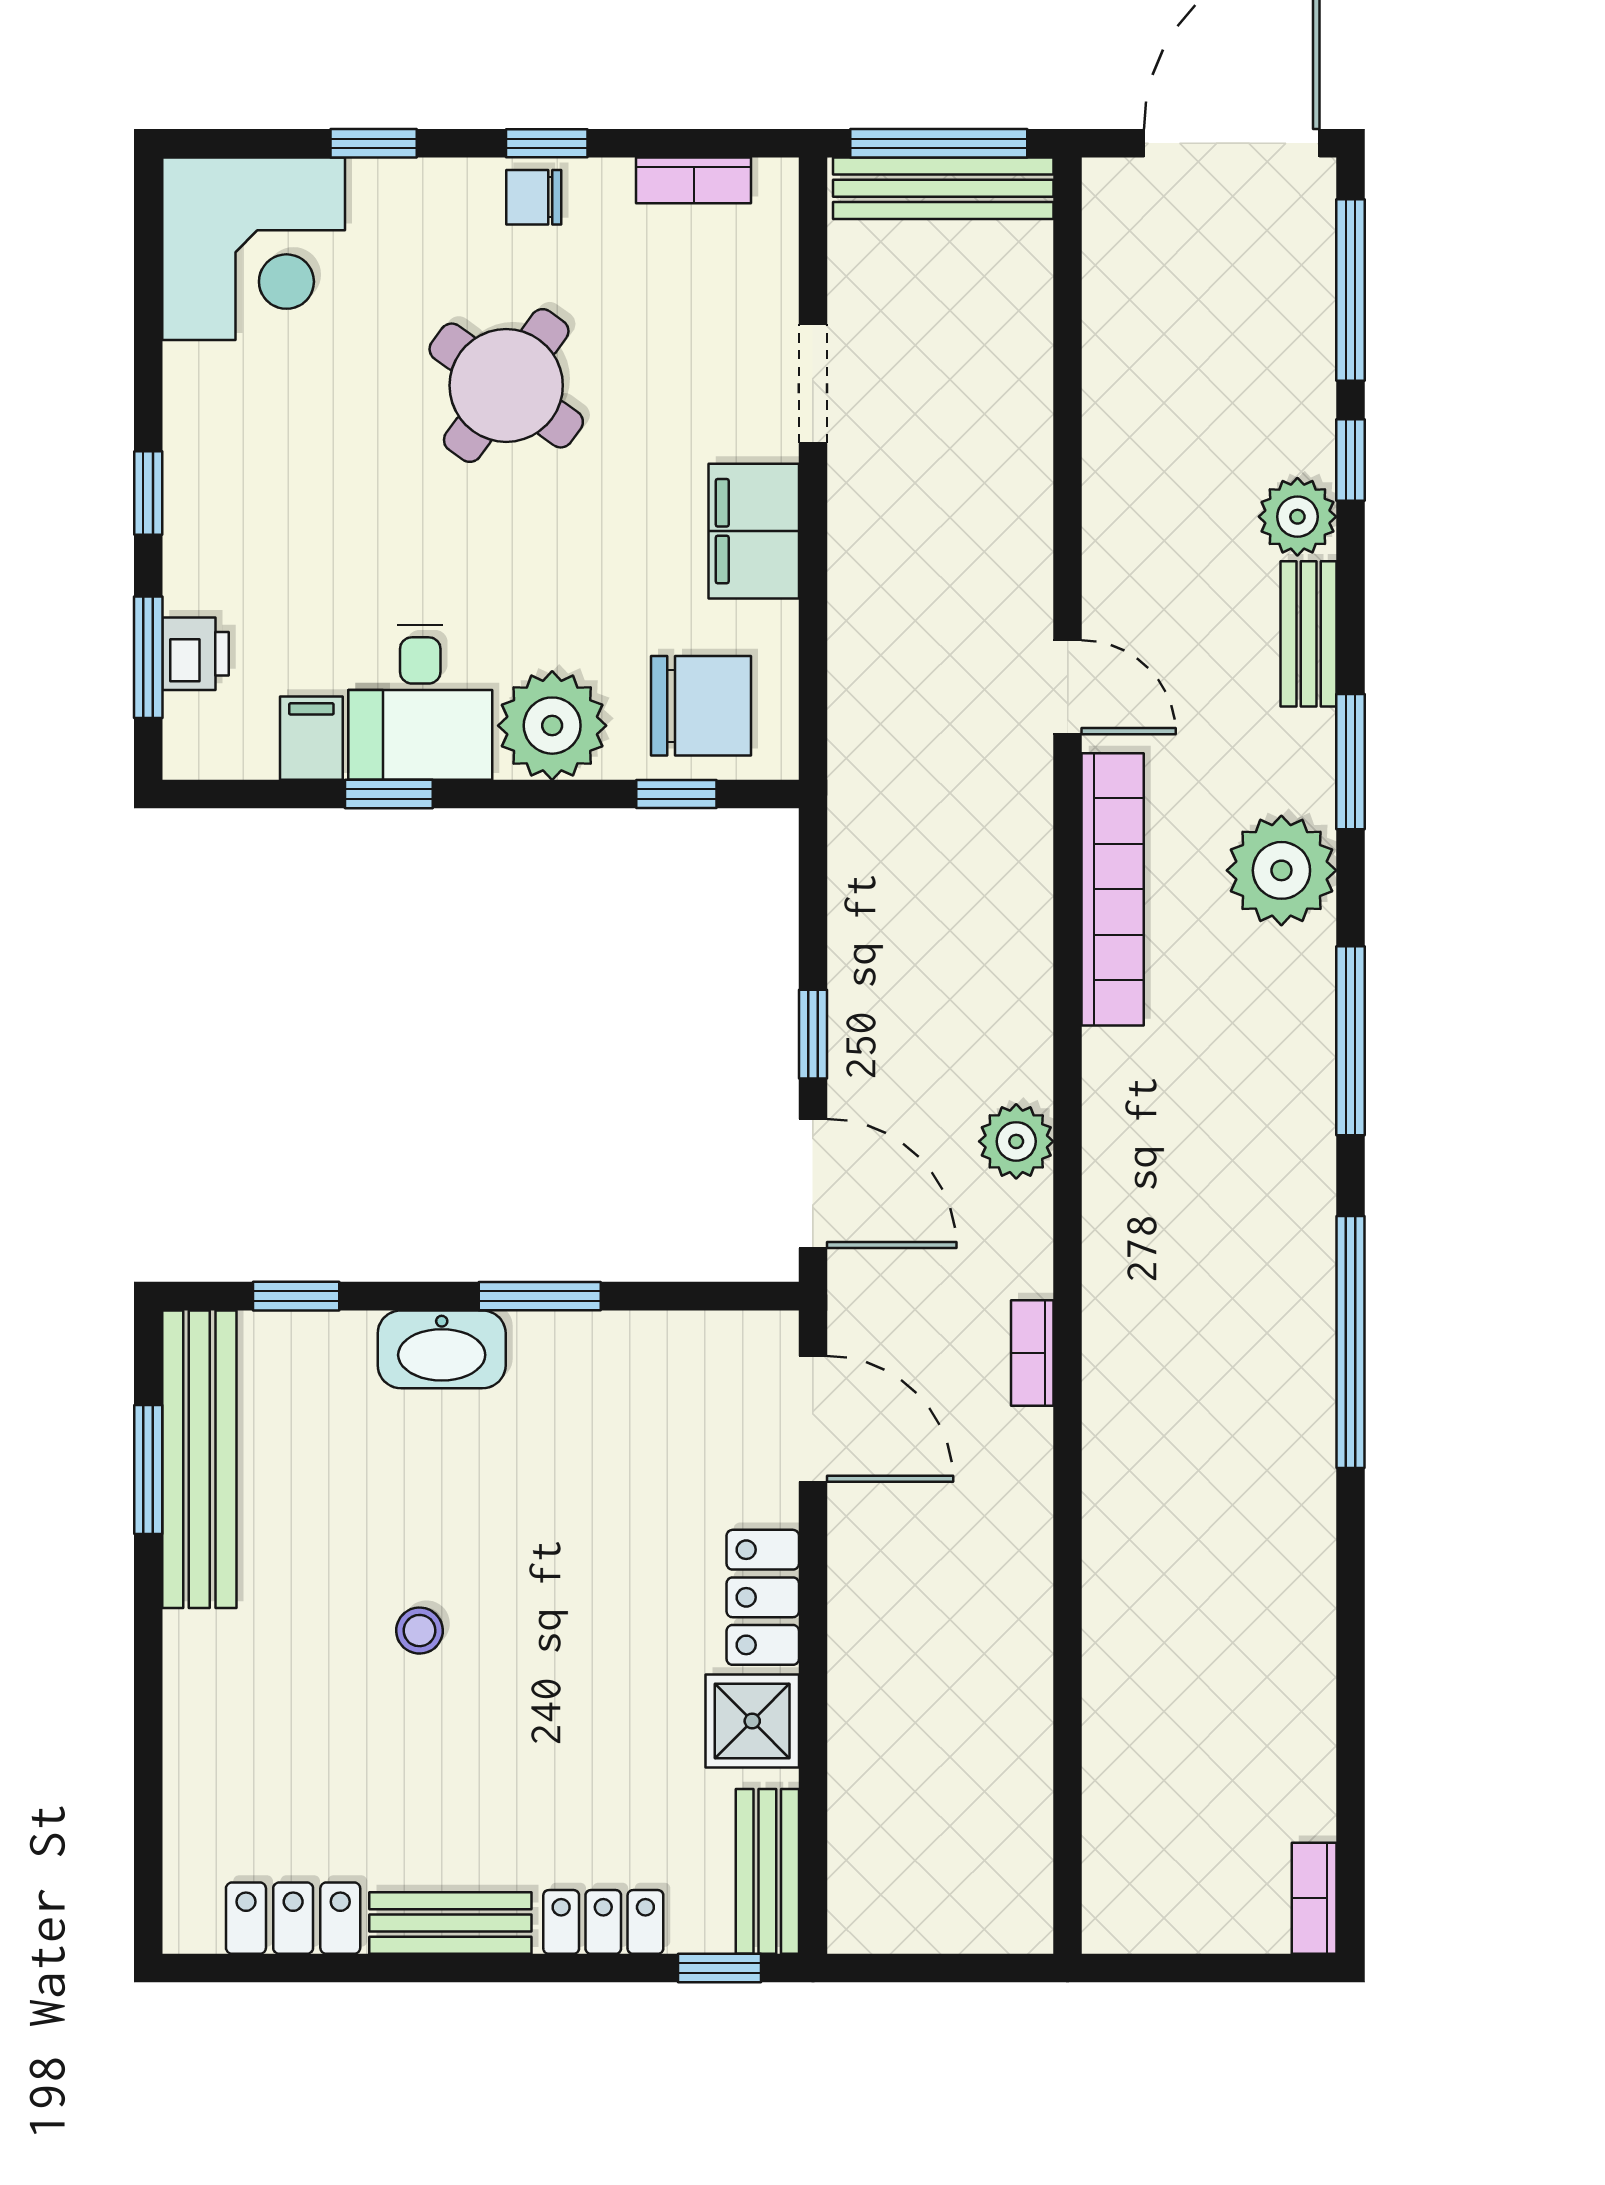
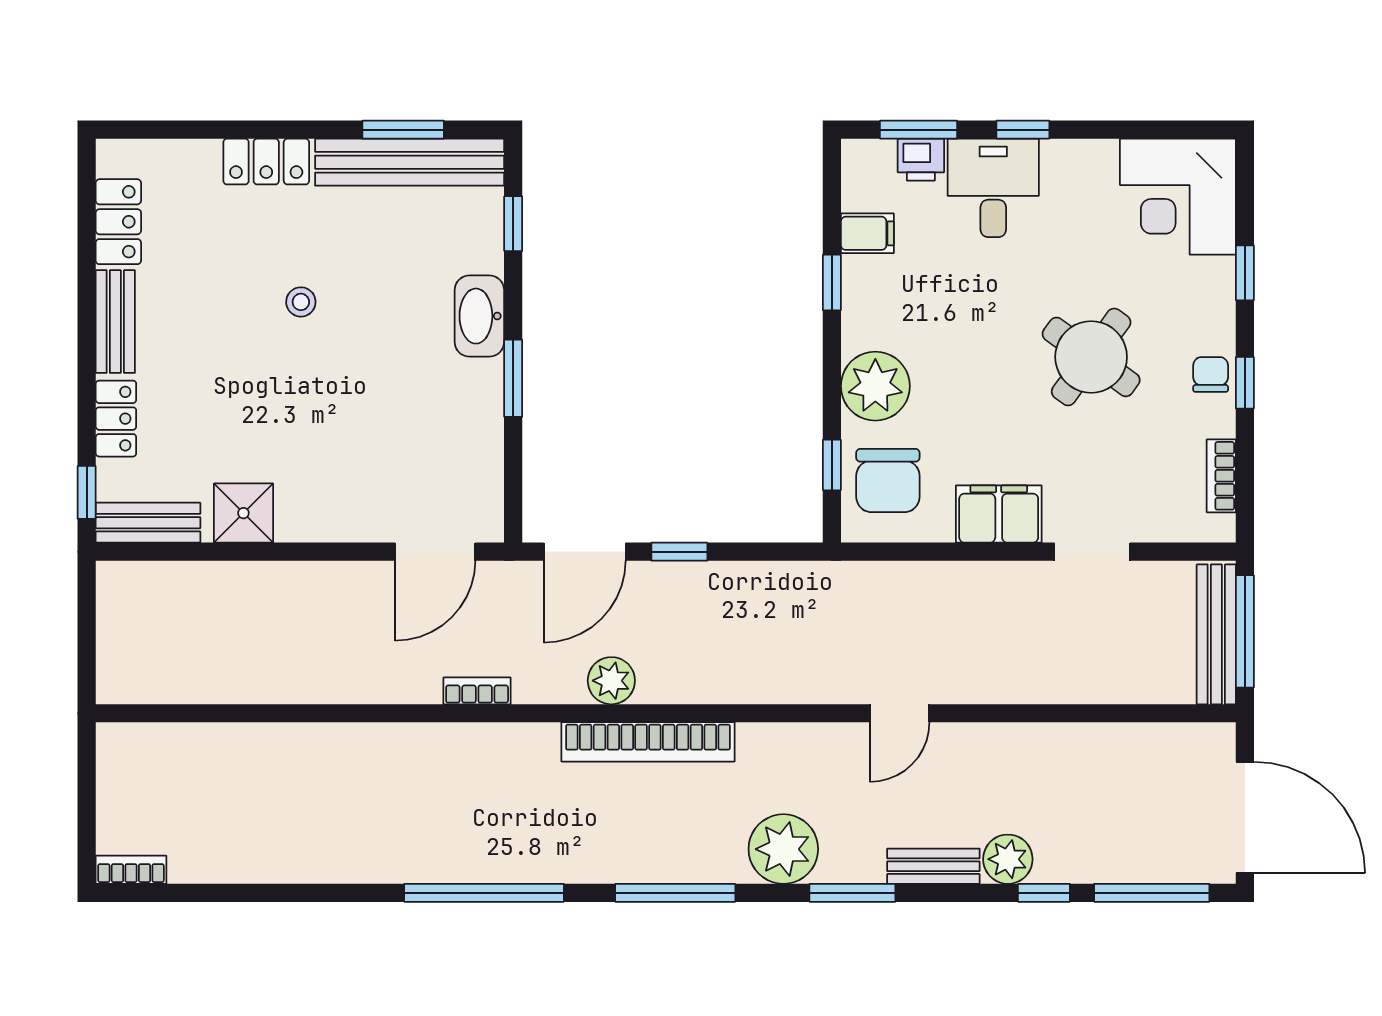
desk: (420, 702) -> (993, 188), moved, turned 90
bookcase: (1113, 889) -> (648, 742), moved
locker: (763, 1597) -> (266, 162), moved, turned 180

